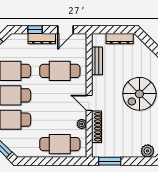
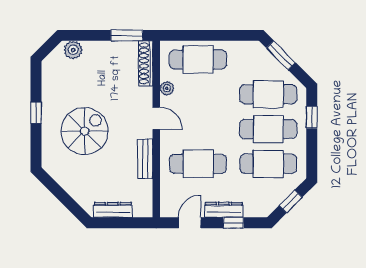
bench: (97, 61) -> (145, 159), moved
shoe rack: (97, 127) -> (146, 63), moved

